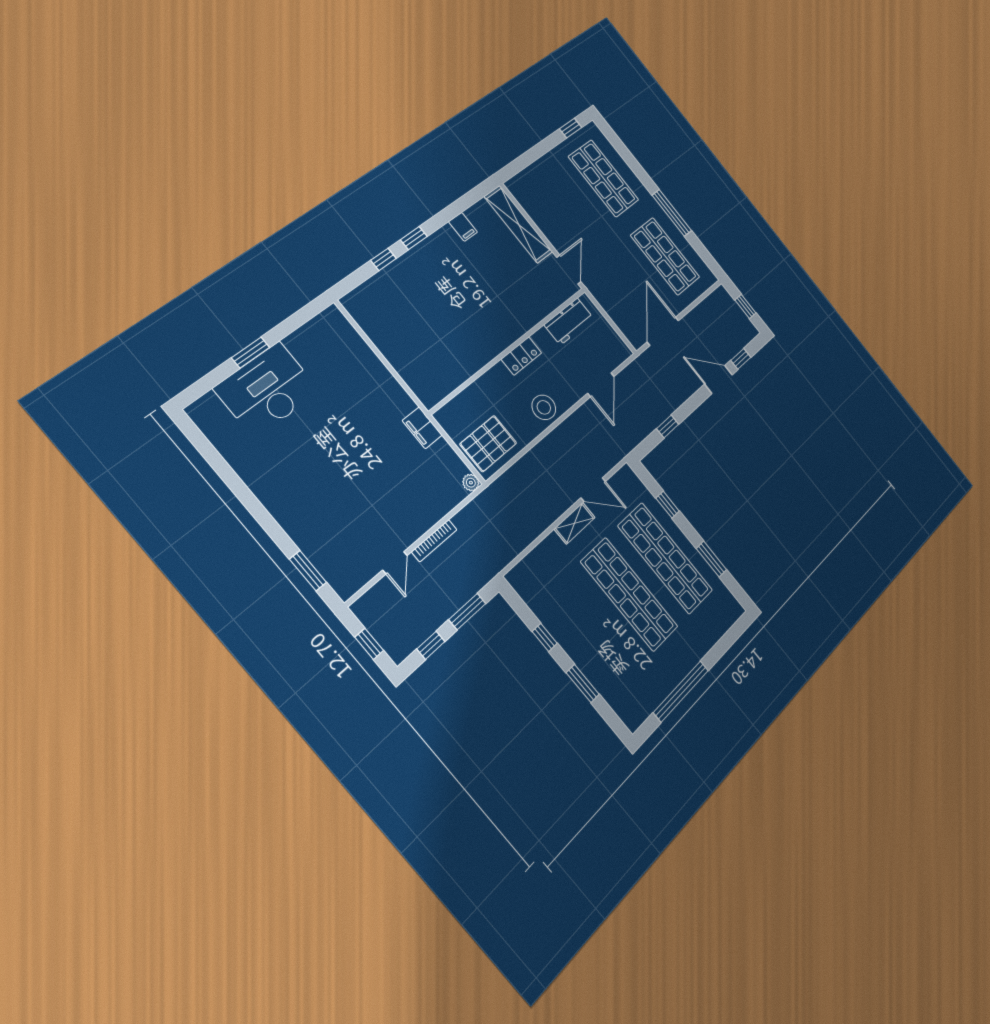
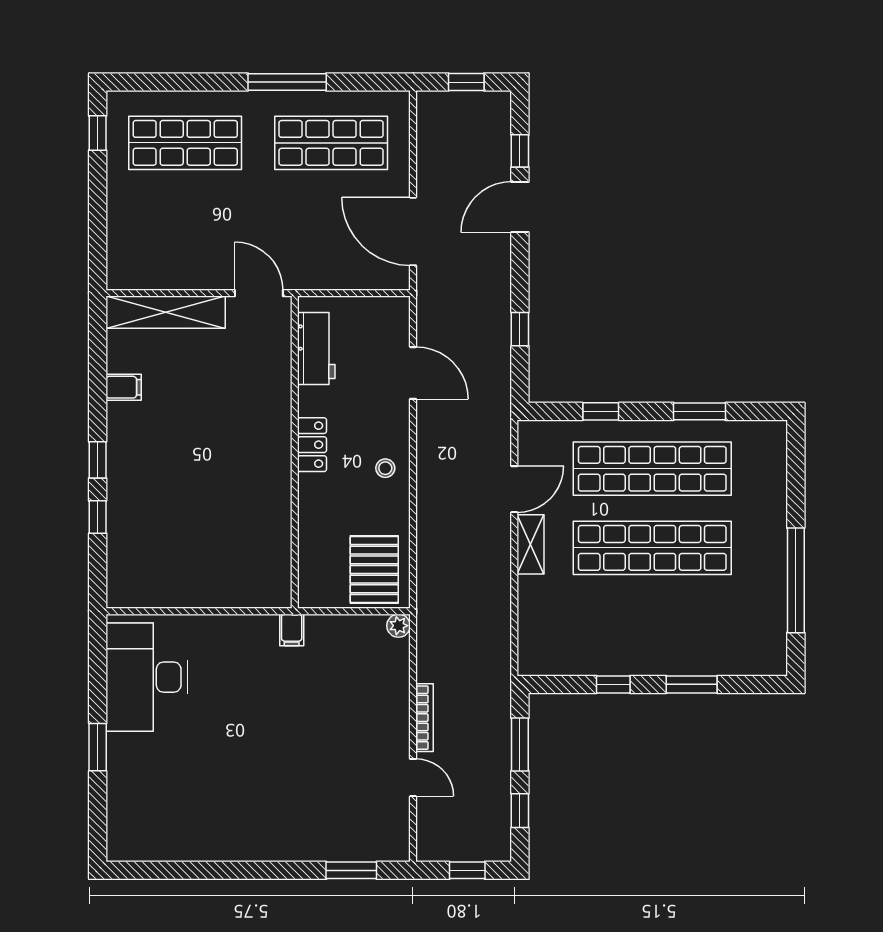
desk: (267, 390) -> (147, 677), moved
stool: (544, 407) -> (385, 468), width x0.53, depth x0.53
filing cabinet: (422, 428) -> (292, 630), width x0.50

